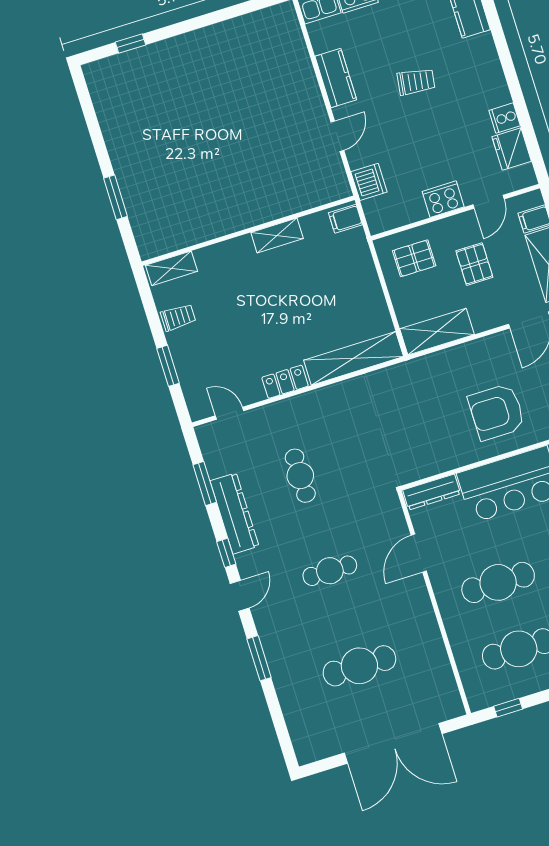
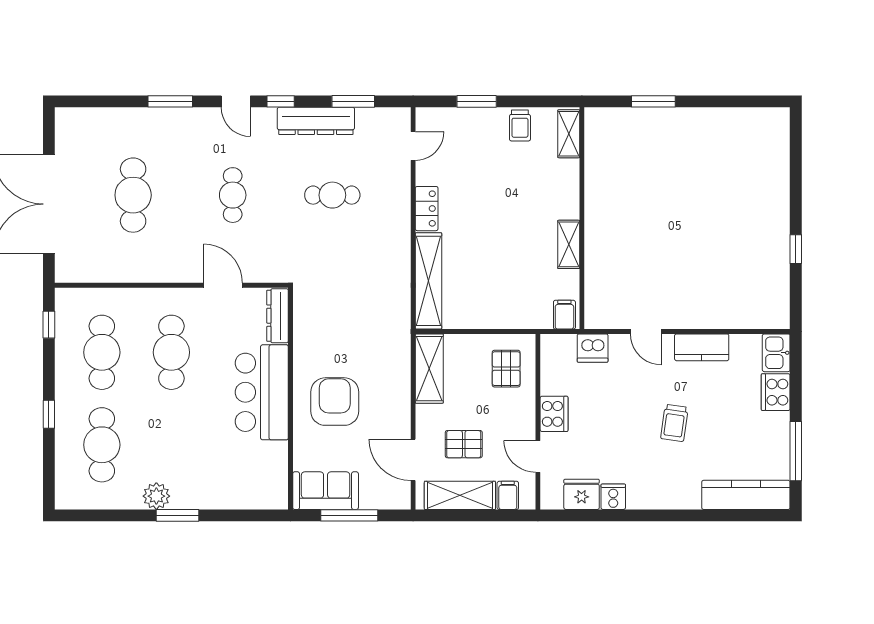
window: (130, 43) -> (796, 249), moved
pallet: (474, 264) -> (464, 444), moved

